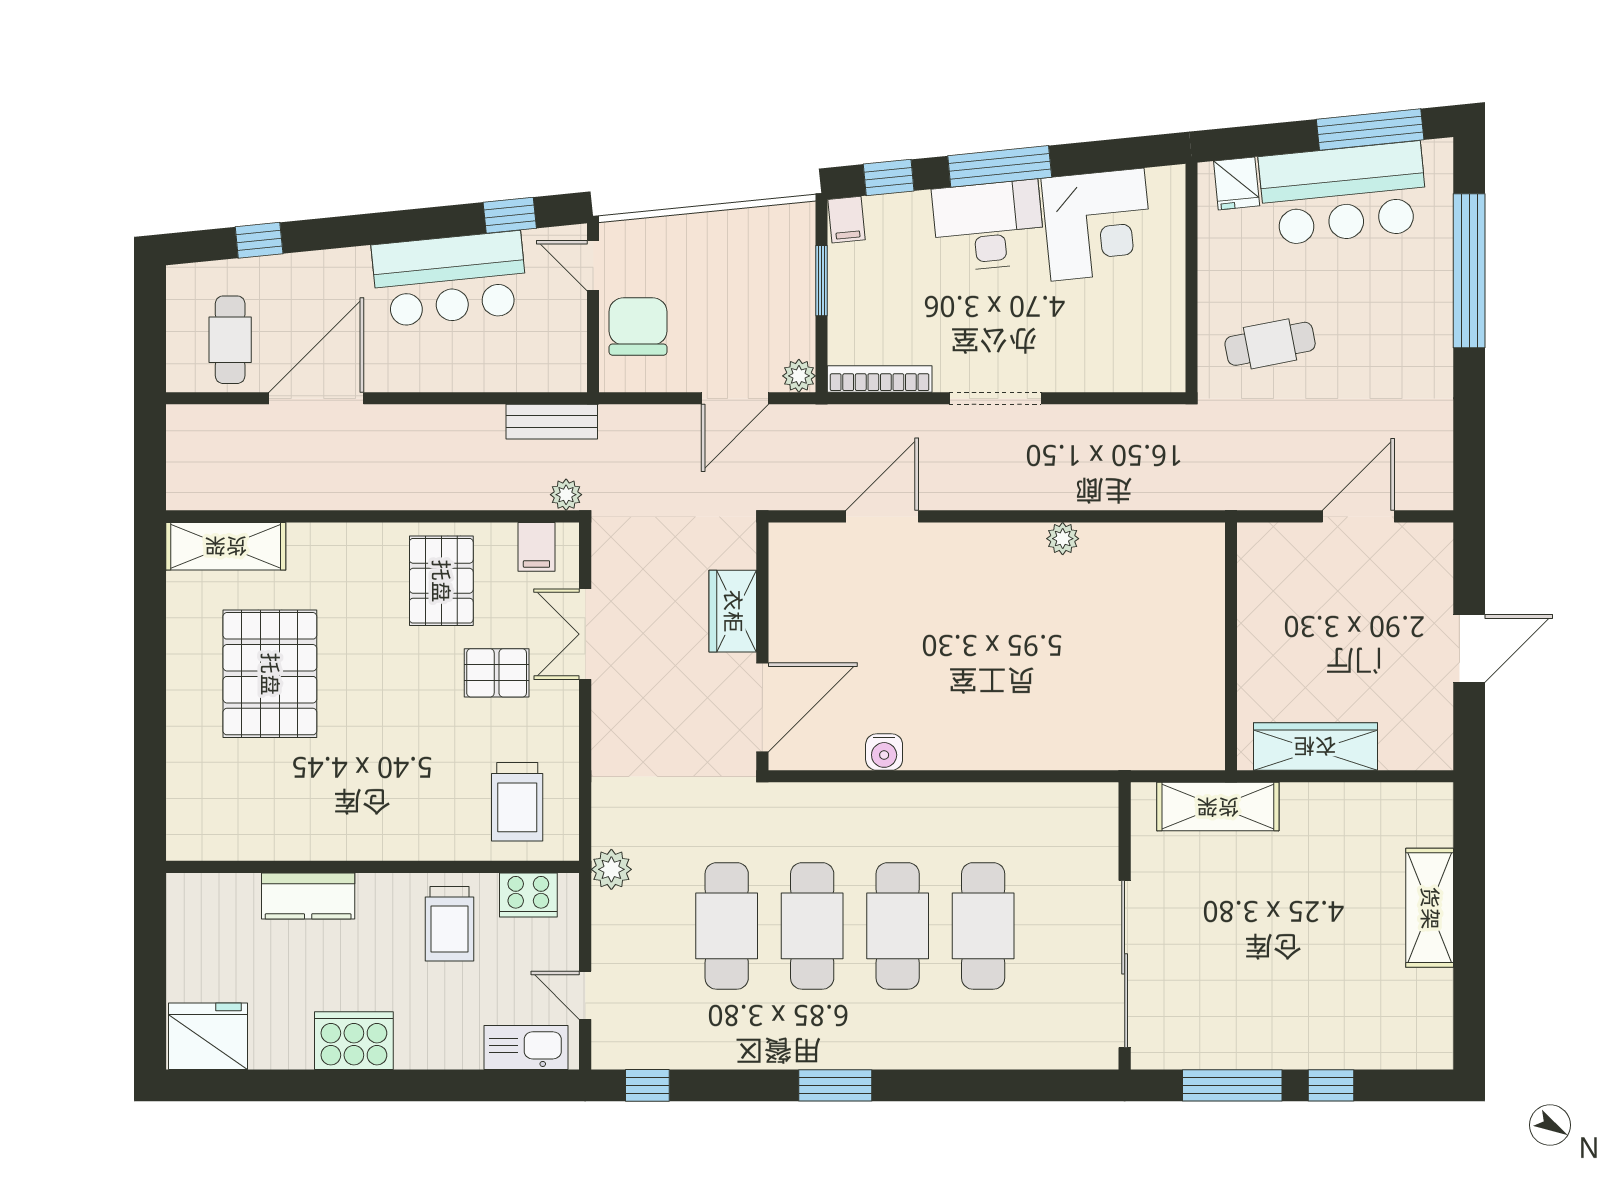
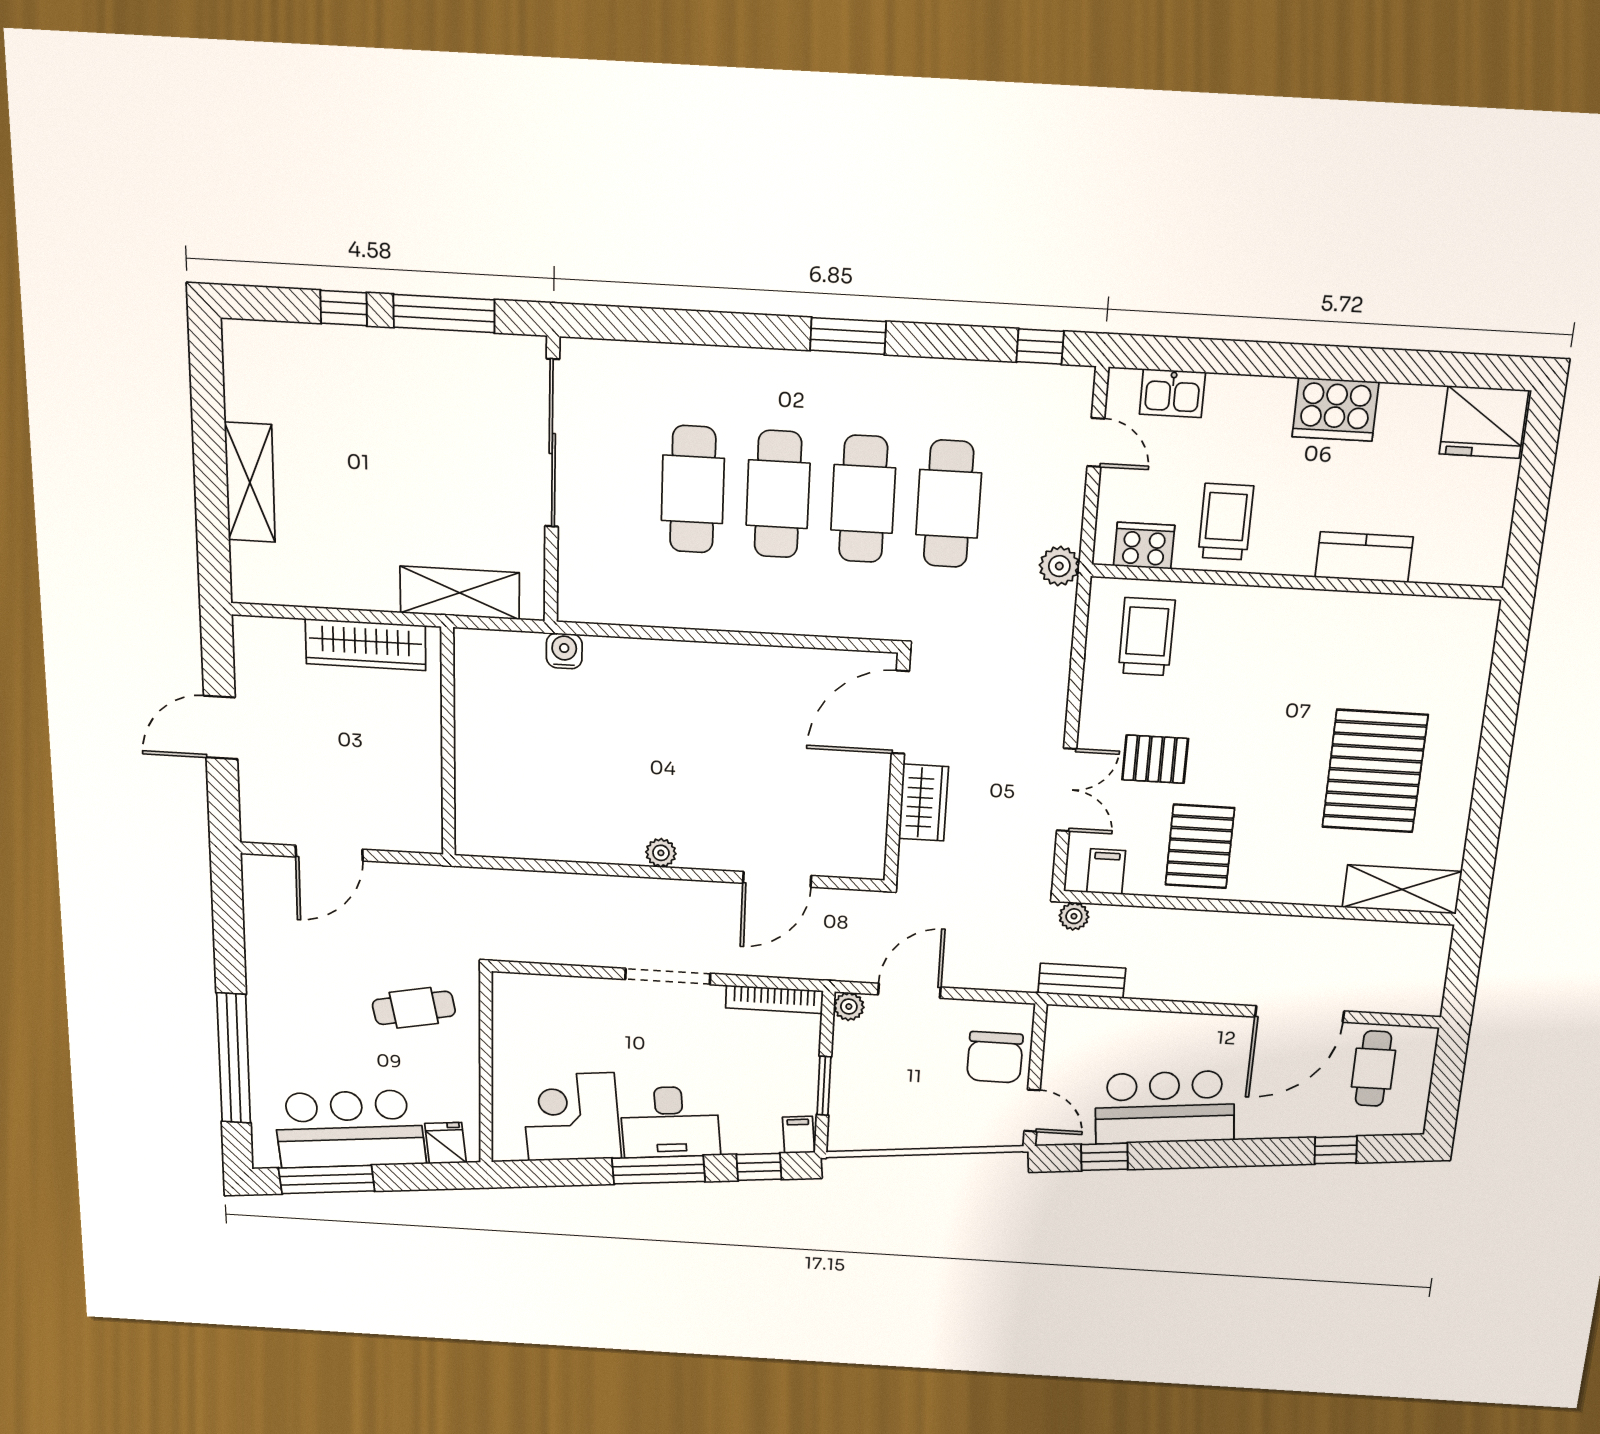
plant: (1063, 539) -> (661, 853), moved
water cooler: (884, 752) -> (564, 651), moved
kitchen sink: (526, 1048) -> (1172, 393), width x0.73

